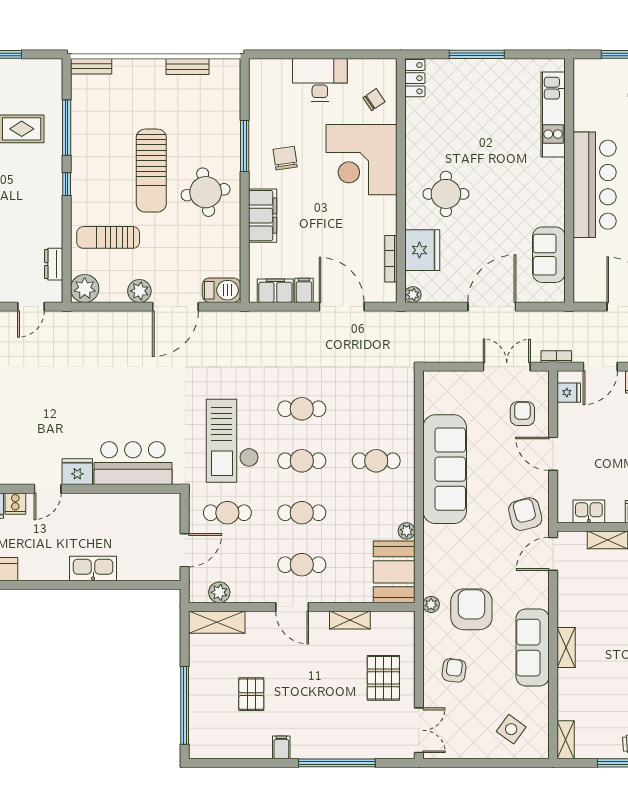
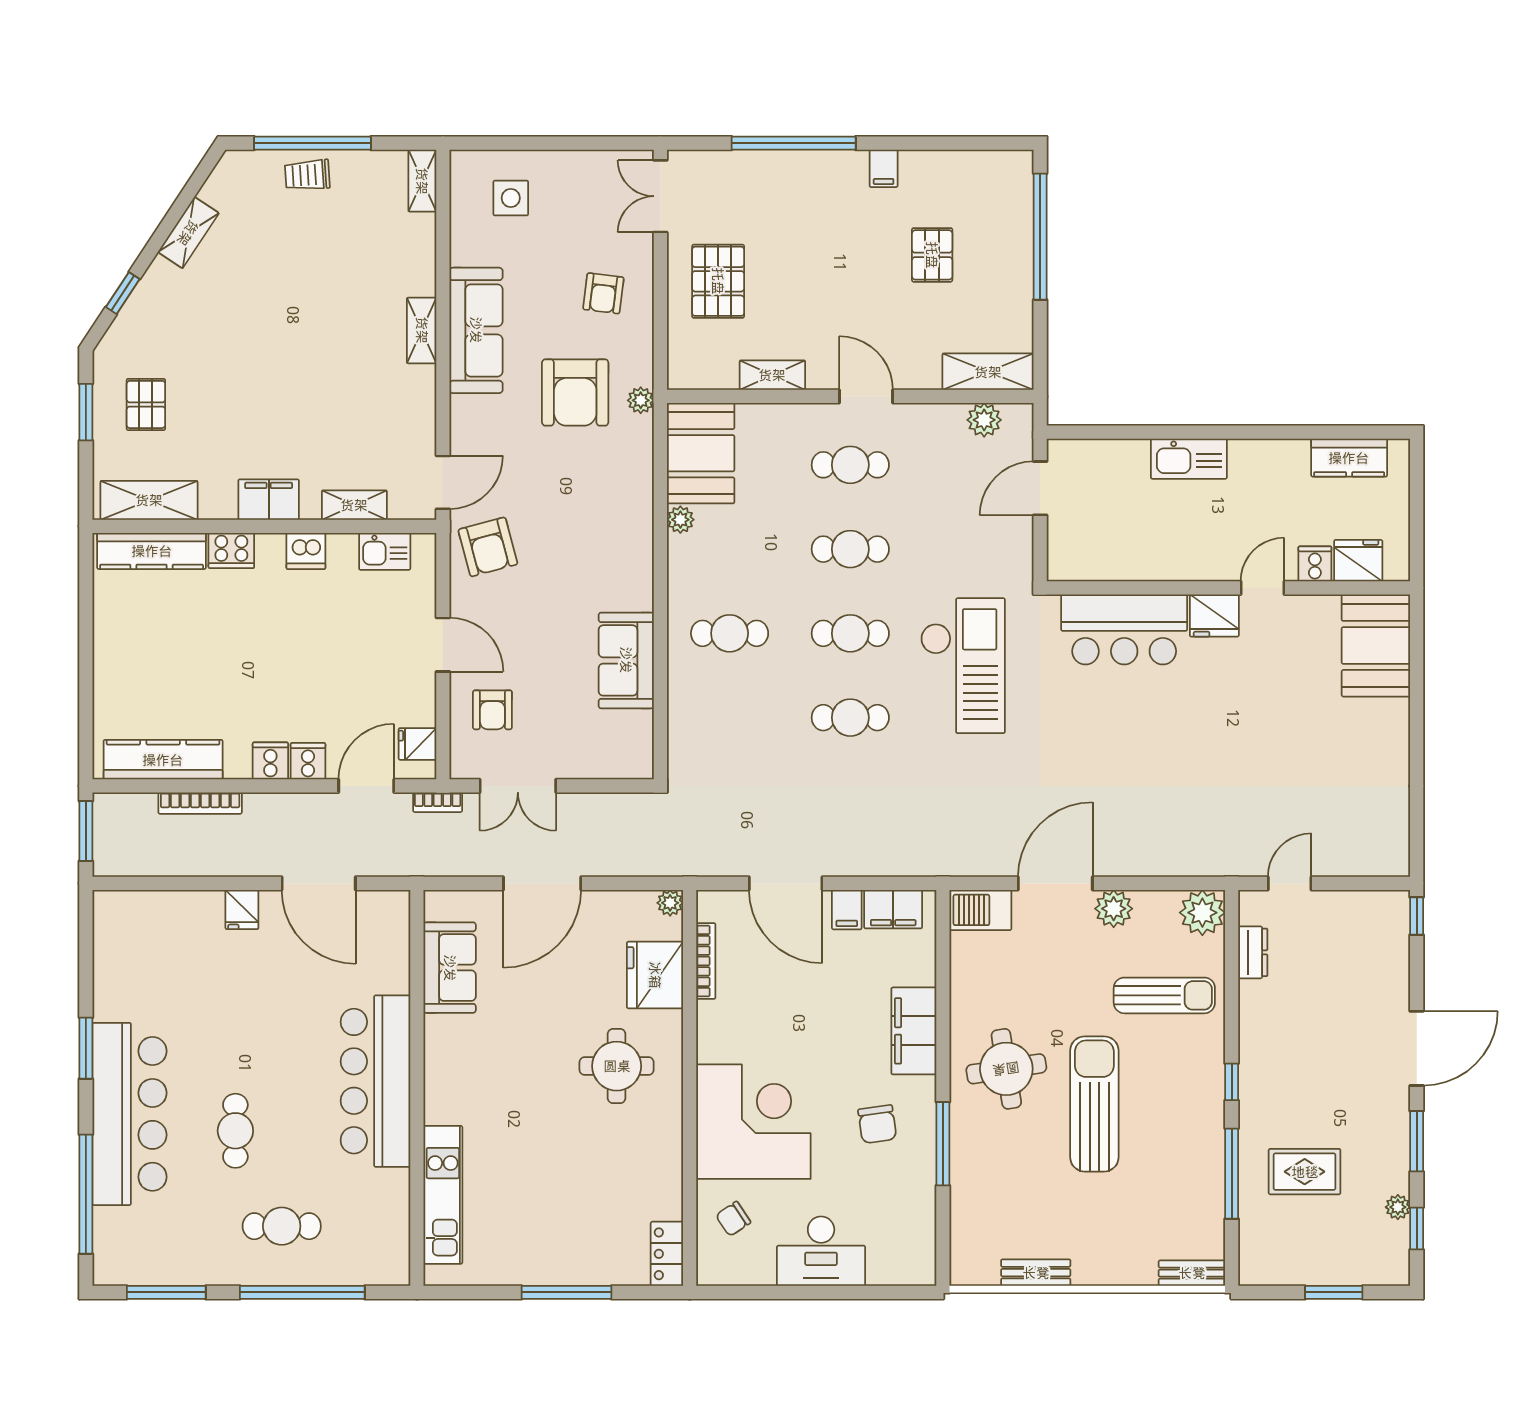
sofa: (445, 469) -> (626, 660), width x0.54, depth x0.79
cafe table: (227, 513) -> (971, 549), removed
side table: (511, 729) -> (511, 198), turned -36

